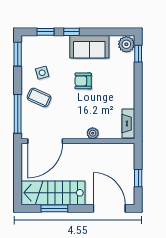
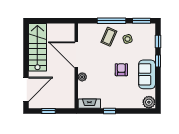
window: (138, 54) -> (110, 111), moved
window: (18, 114) -> (112, 21), moved
door: (45, 141) -> (76, 55), moved
window: (54, 208) -> (26, 48), removed

